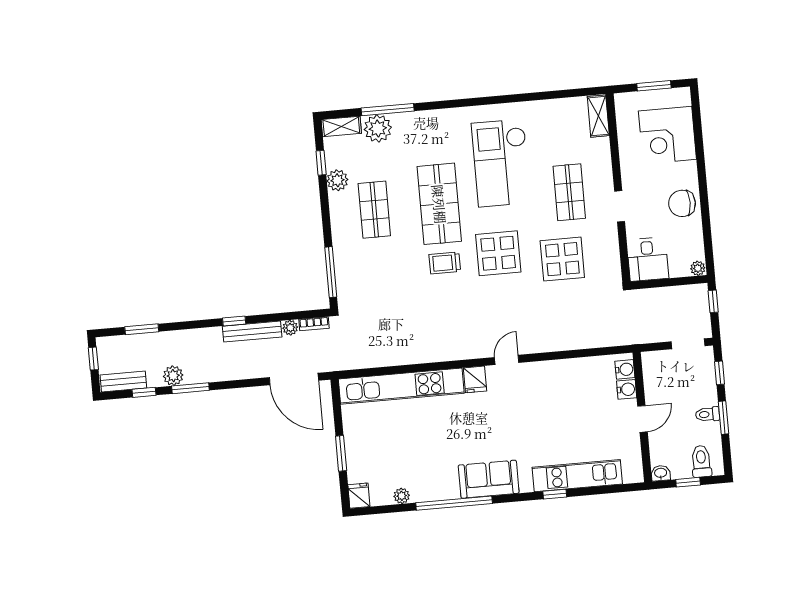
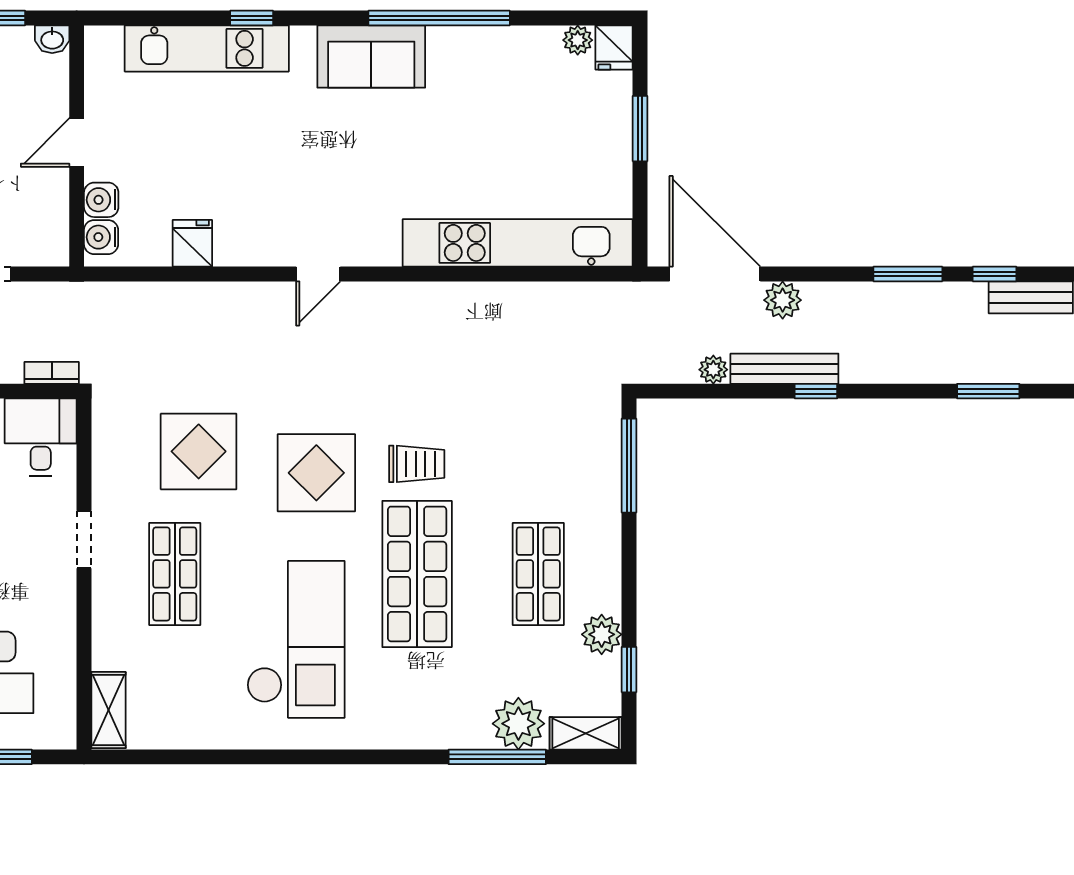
bookcase: (314, 324) -> (52, 373), moved
plant: (173, 376) -> (783, 300), moved
fridge: (475, 379) -> (192, 243), moved
plant: (402, 496) -> (578, 40), moved

